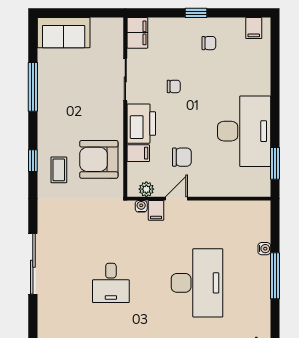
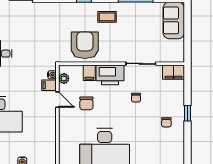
filing cabinet: (254, 28) -> (177, 154), removed
coffee table: (59, 170) -> (107, 17), moved

